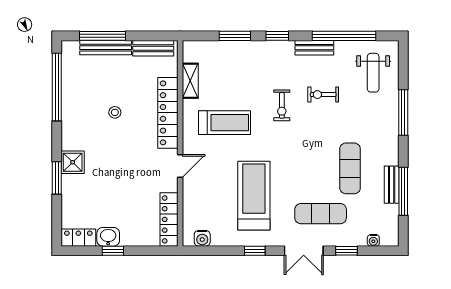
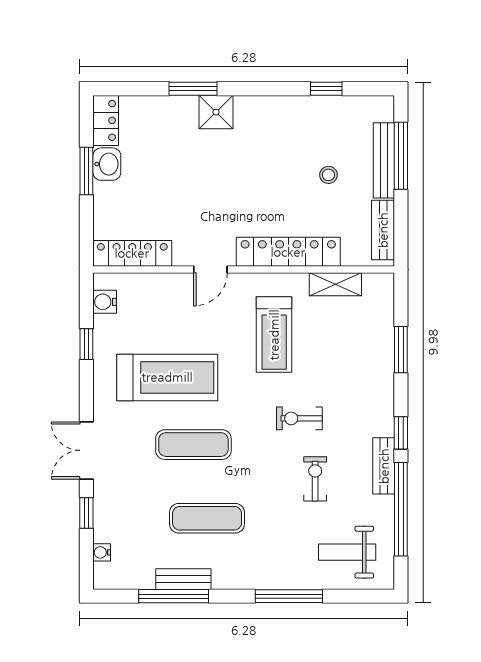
window: (277, 36) -> (401, 433), moved
window: (57, 87) -> (326, 89), width x0.32
stool: (115, 112) -> (328, 175), moved
door: (180, 166) -> (210, 269), hinge flipped
exercise mat: (321, 214) -> (193, 445), moved, turned 90
window: (113, 251) -> (86, 171), width x1.50
window: (255, 251) -> (86, 344), moved

